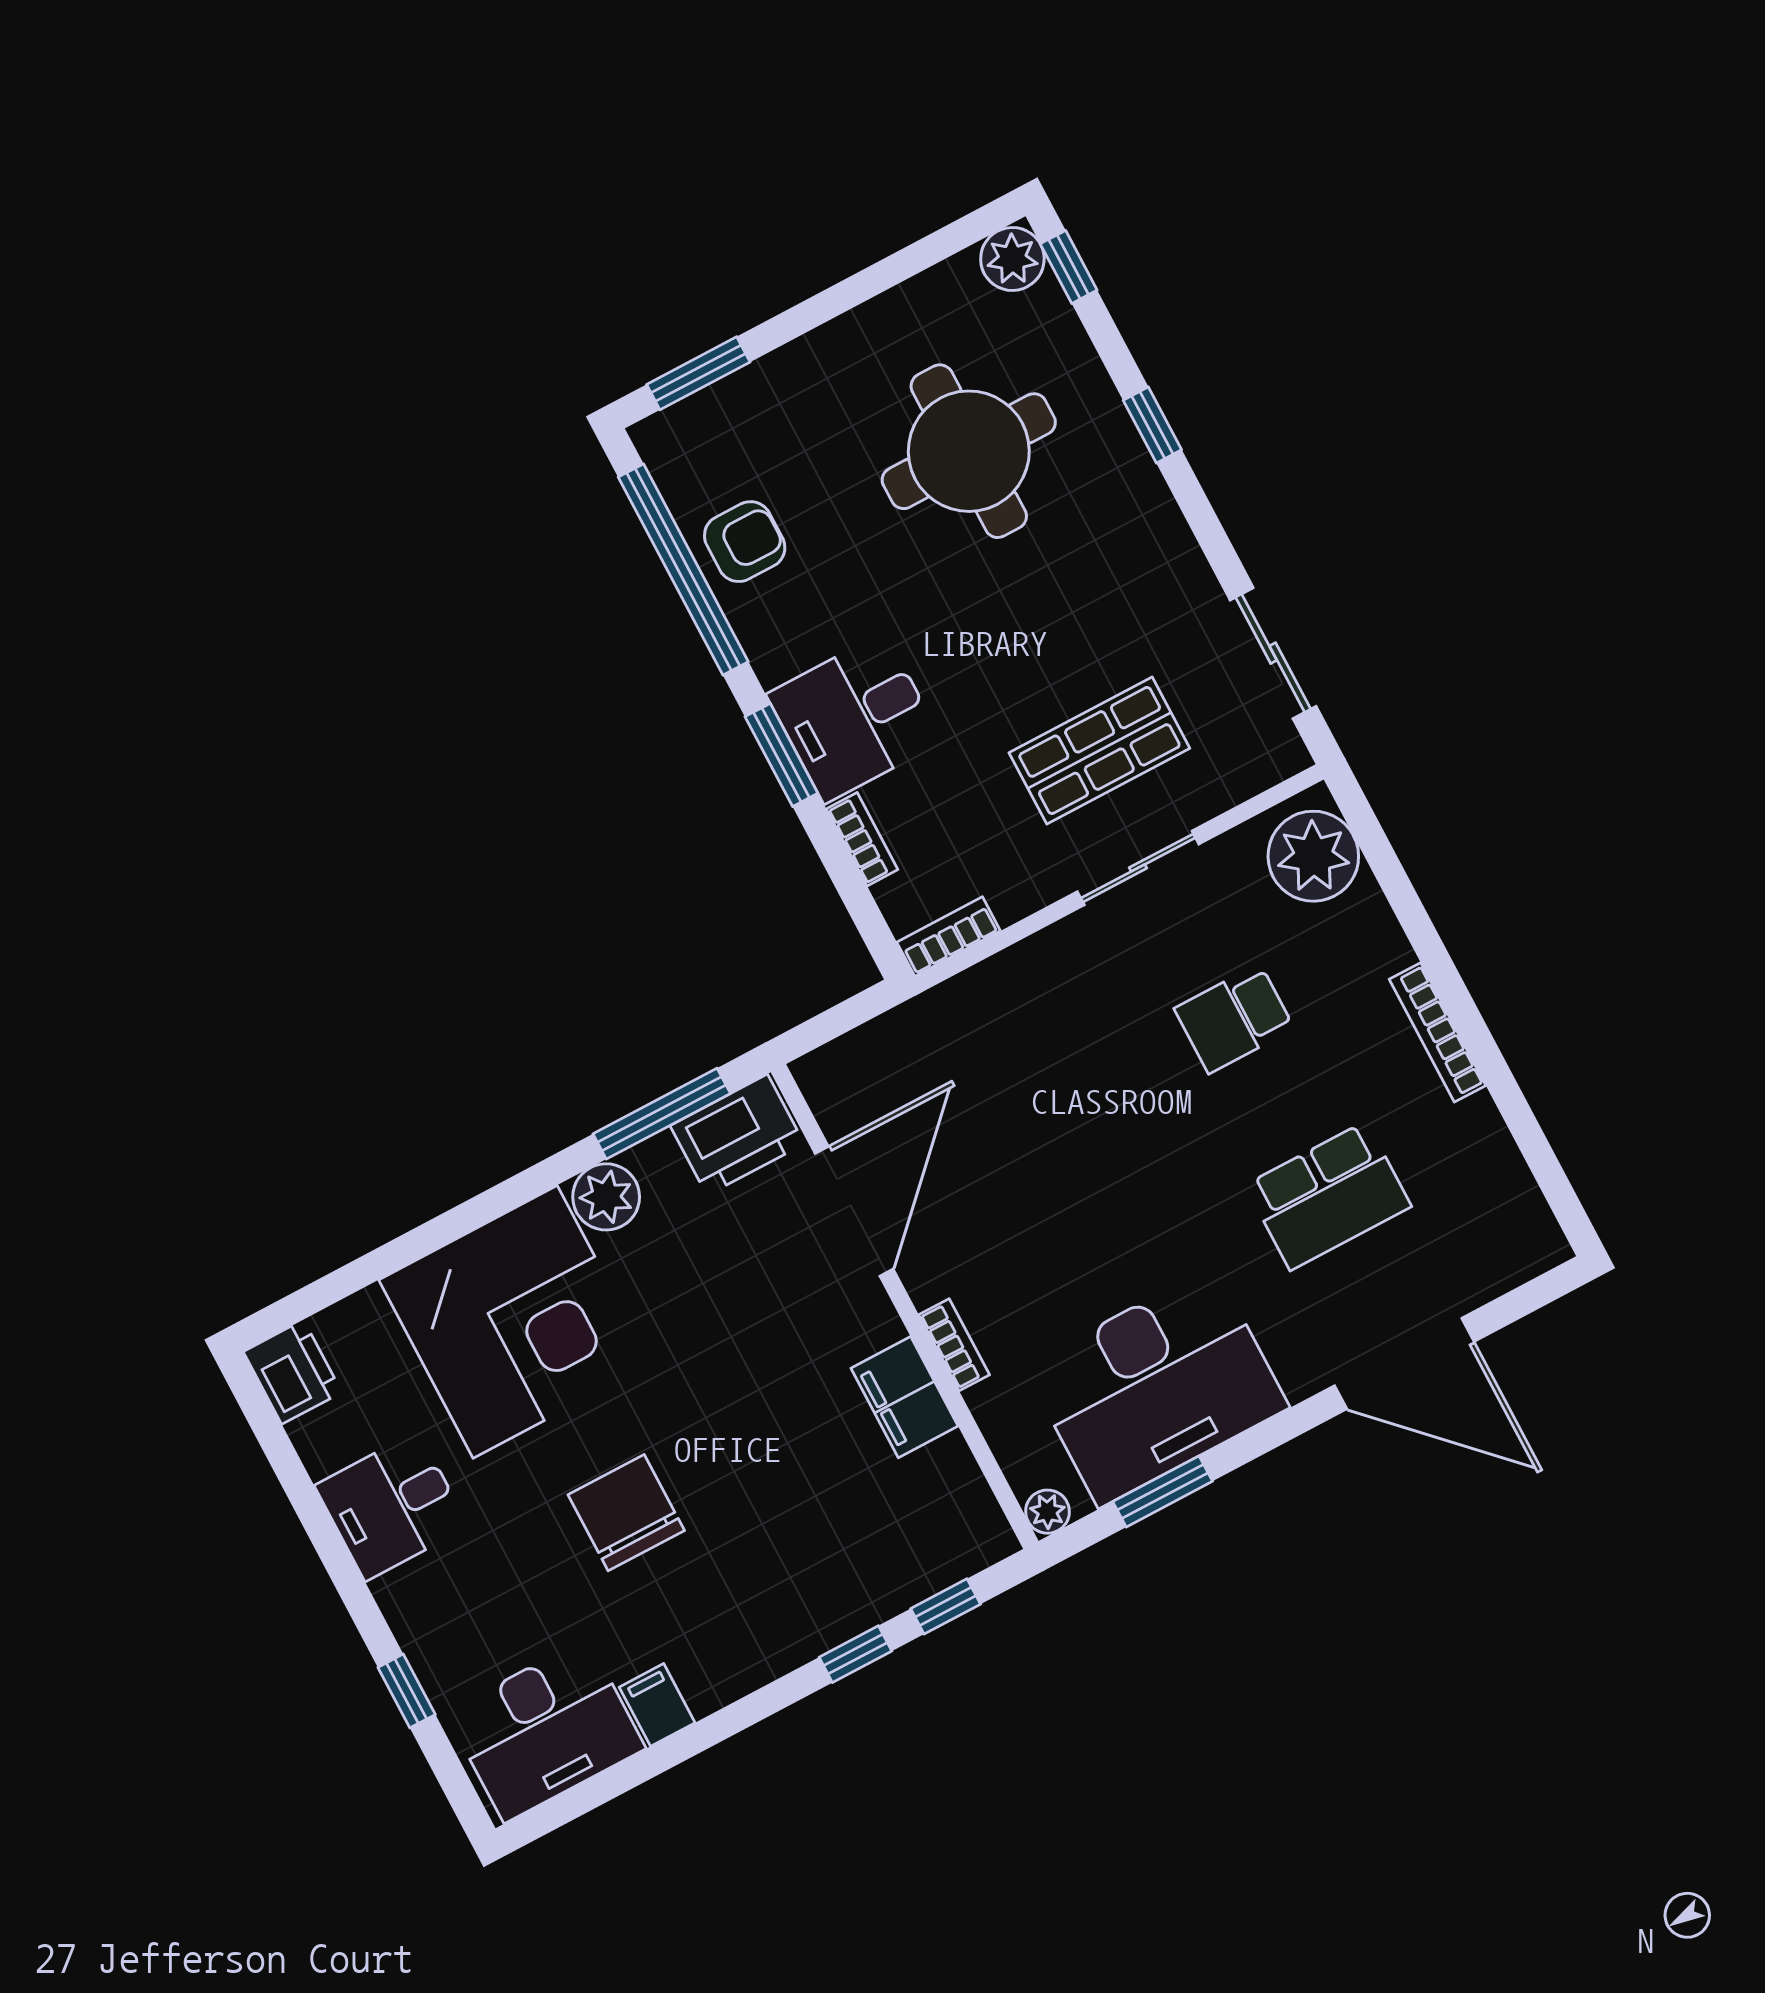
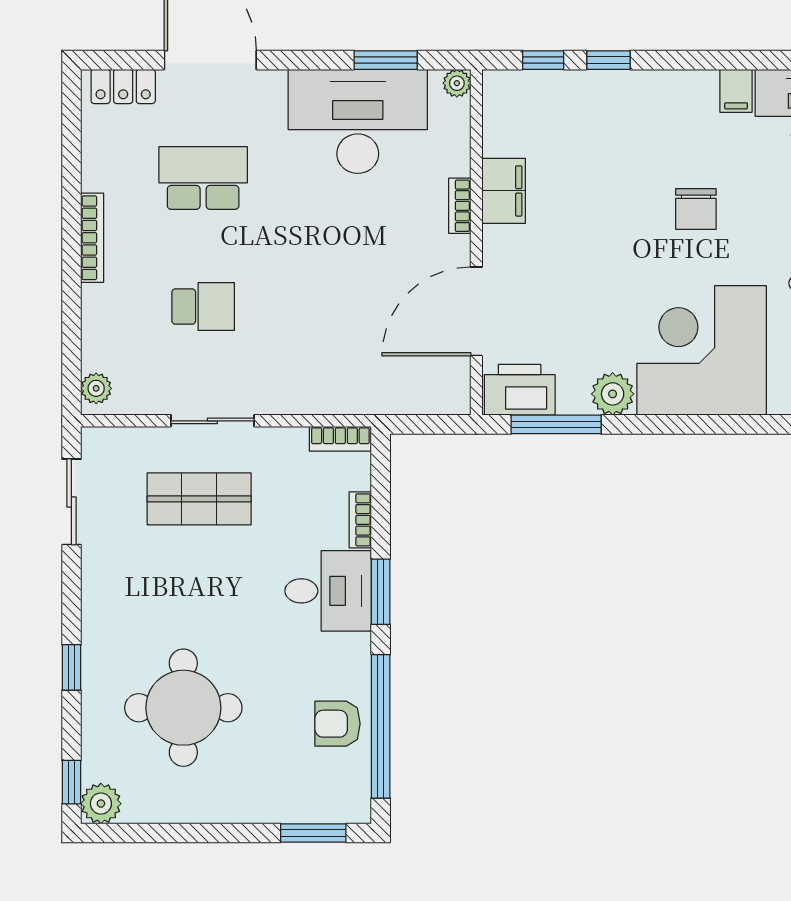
plant: (1313, 856) -> (96, 388), width x0.53, depth x0.53
locker: (1505, 1264) -> (123, 86), added
chair: (626, 1513) -> (696, 209), width x0.73, depth x0.73

